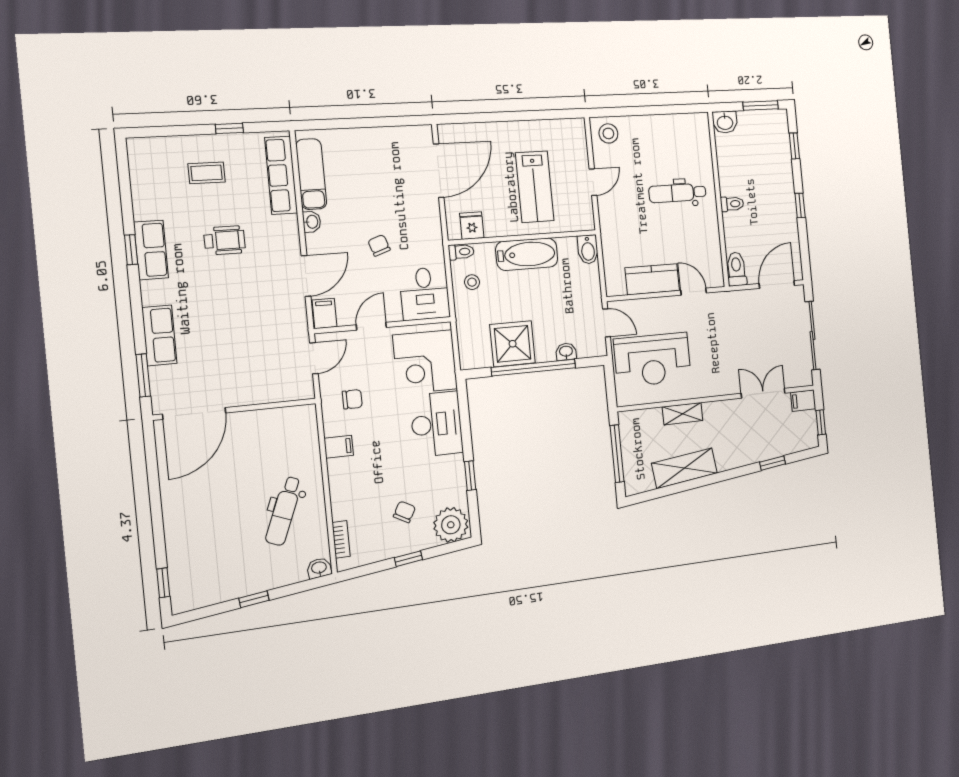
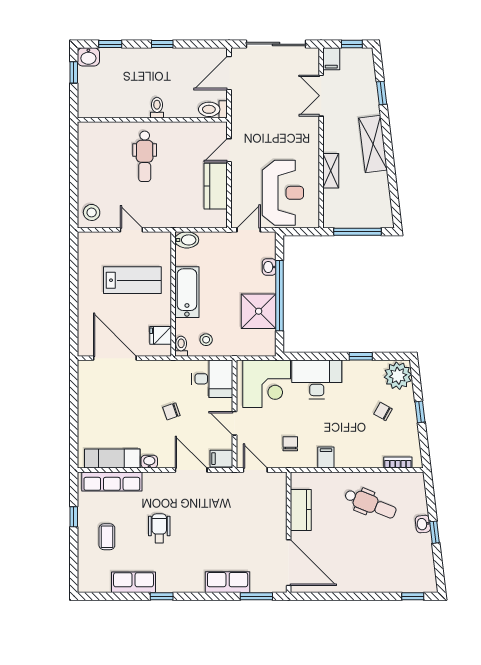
window: (761, 106) -> (74, 72), width x0.67
washbasin: (725, 122) -> (88, 57), moved, turned 90
row of seats: (151, 250) -> (134, 582), moved
door: (777, 285) -> (229, 73), hinge flipped
kitchen counter: (267, 422) -> (301, 510), added
shelving: (685, 468) -> (373, 144), moved
washbasin: (319, 568) -> (423, 524), moved

